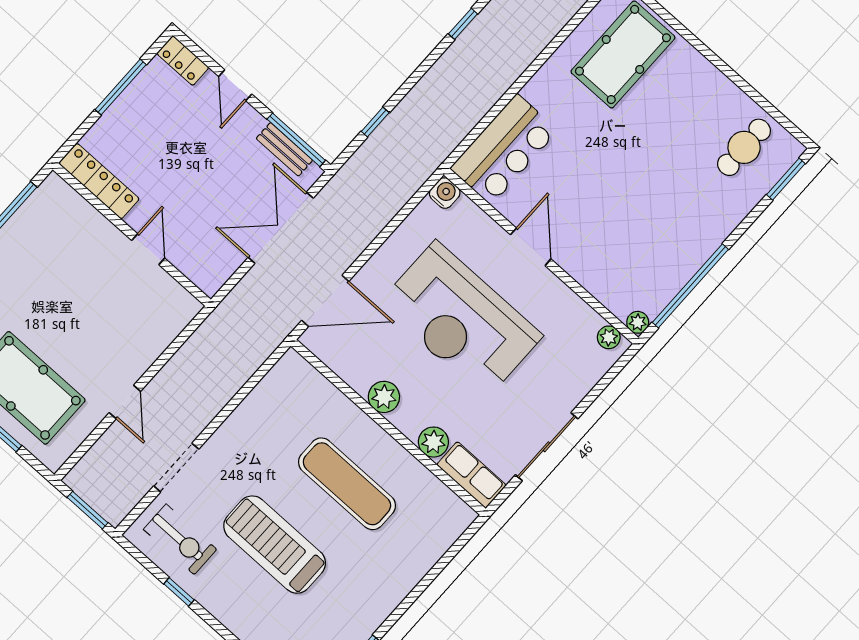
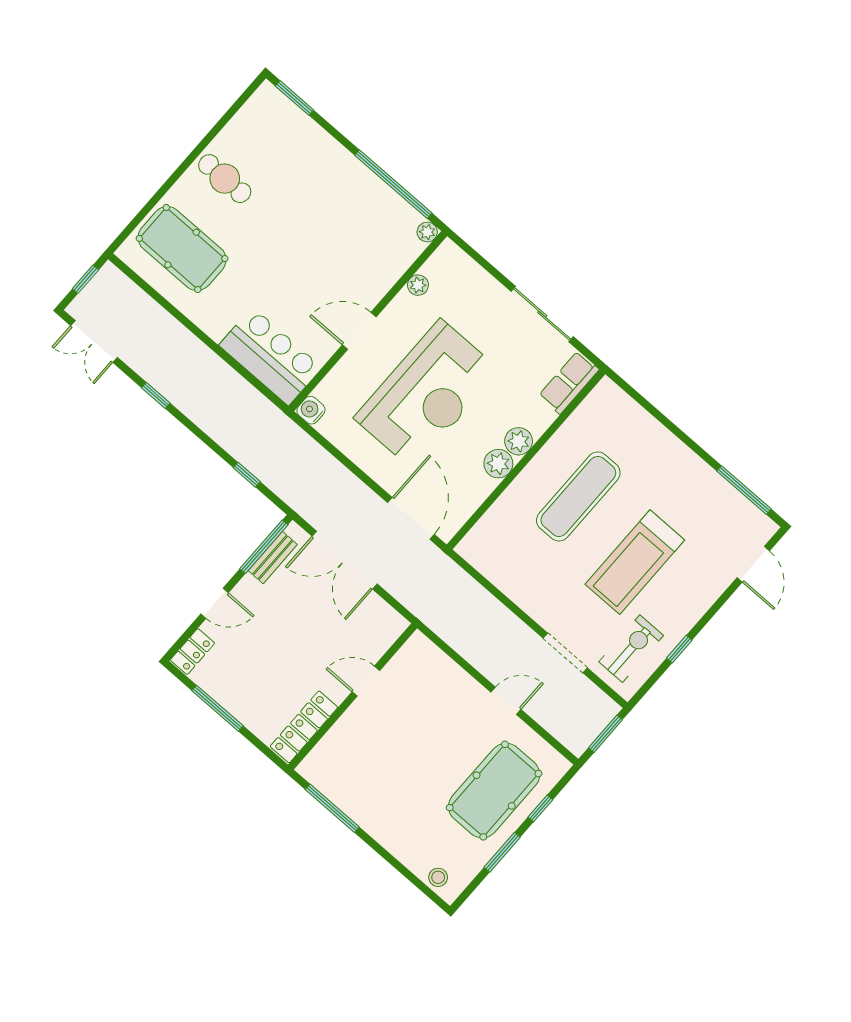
cafe table: (744, 147) -> (225, 179), moved
plant: (609, 337) -> (418, 285), moved
plant: (433, 442) -> (519, 441), moved

